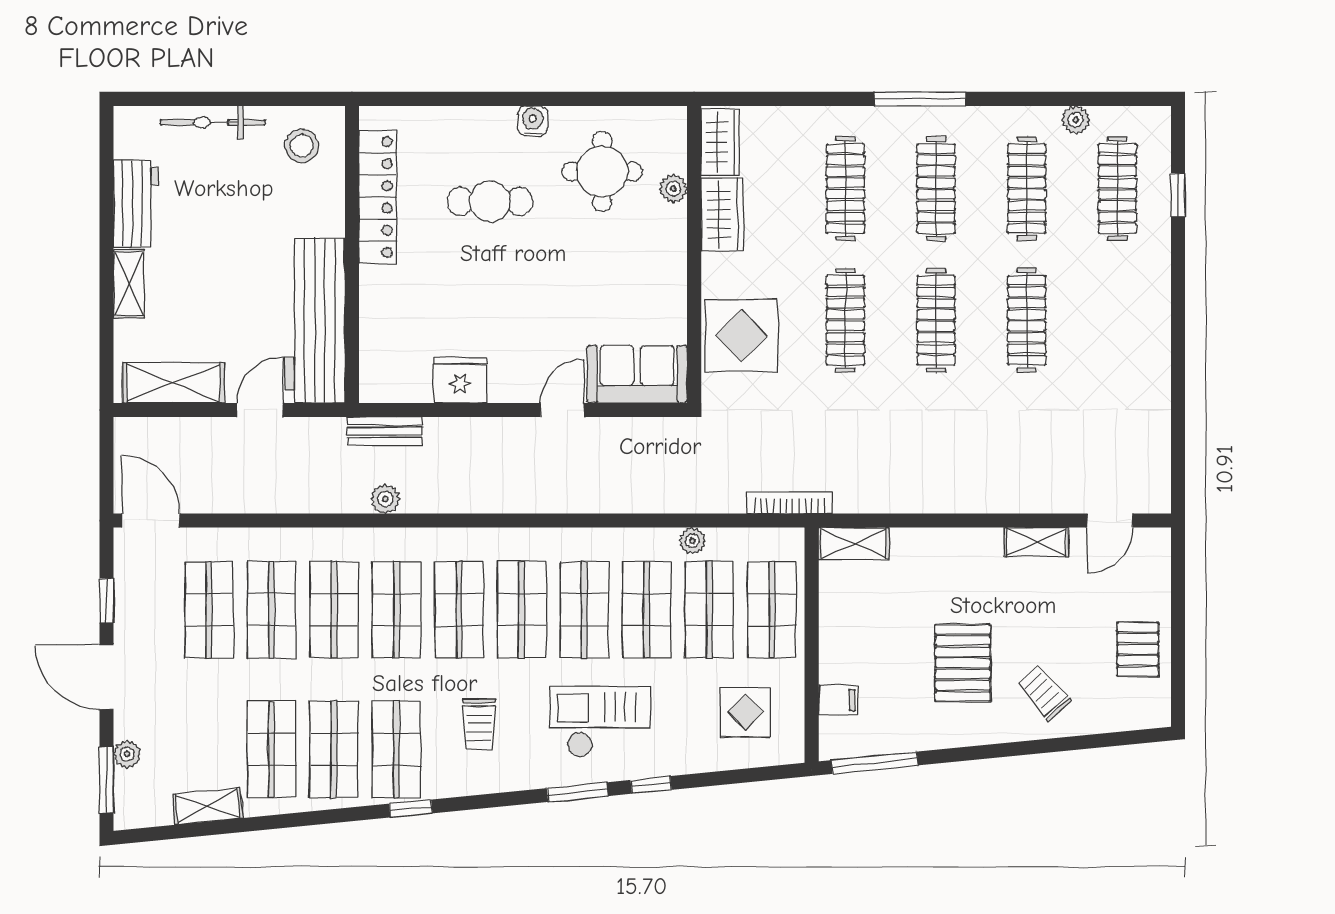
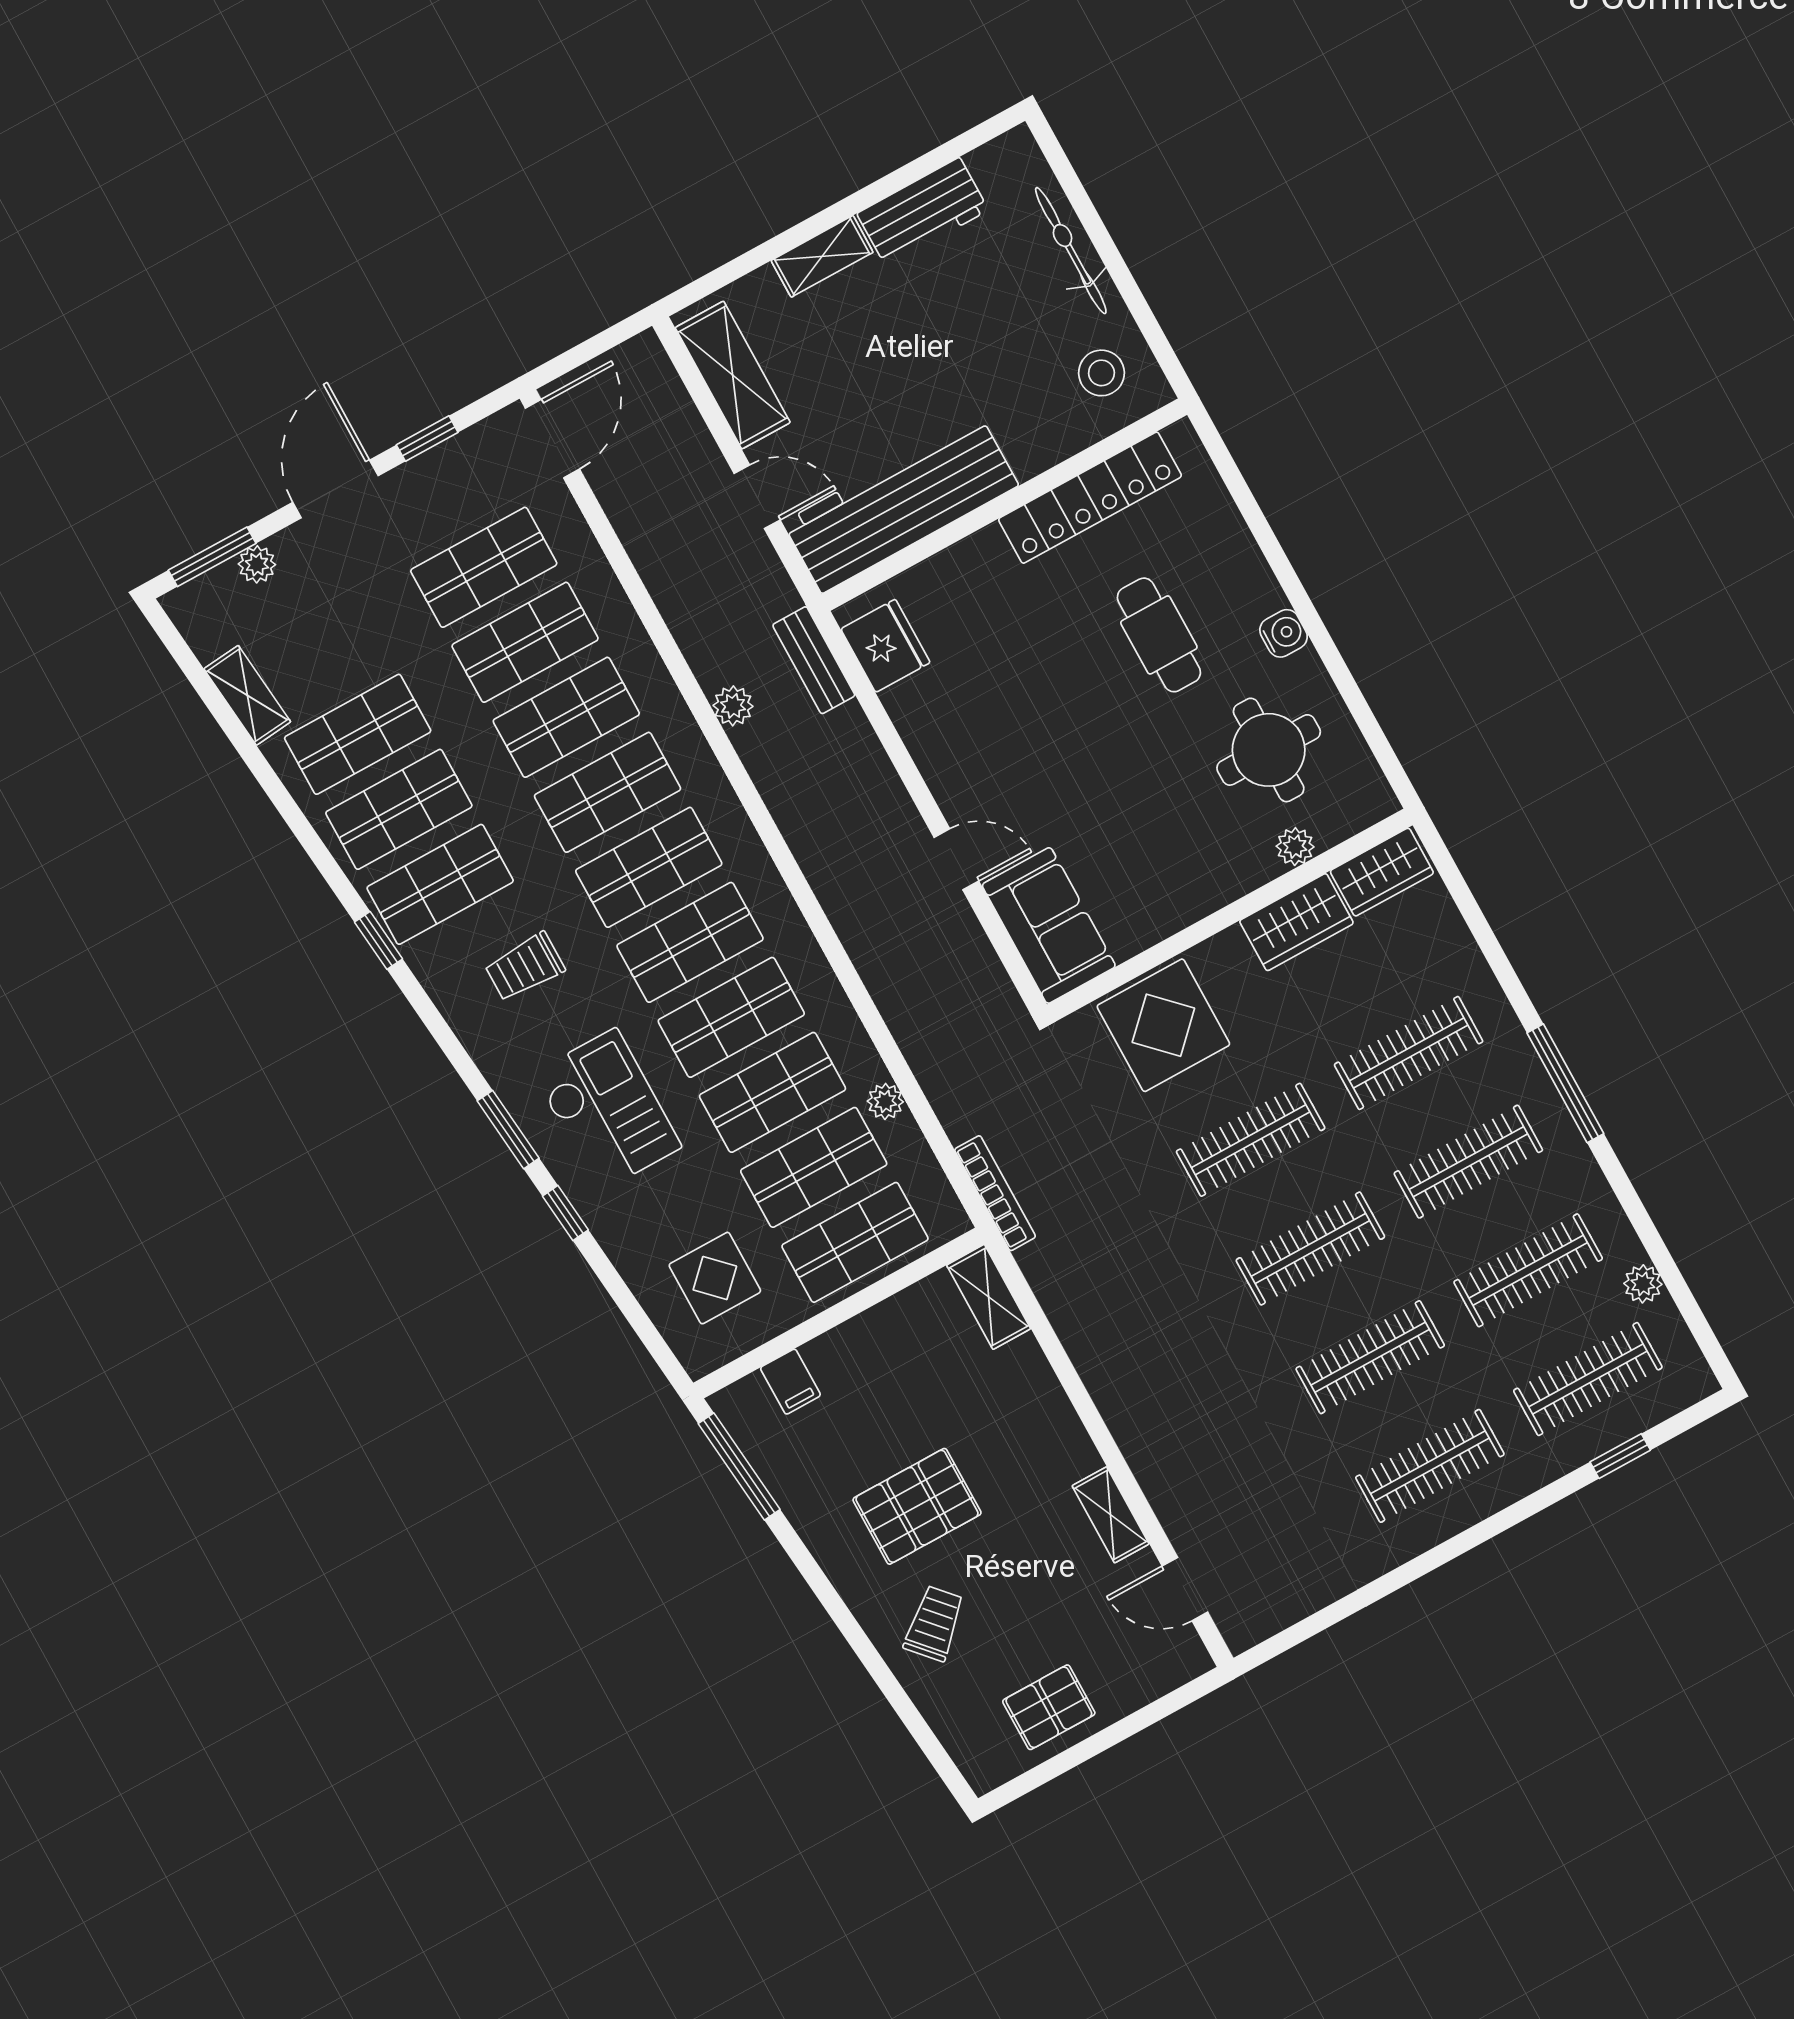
clothes rail: (1117, 320) -> (1430, 1466), added
fridge: (460, 380) -> (886, 646), moved

